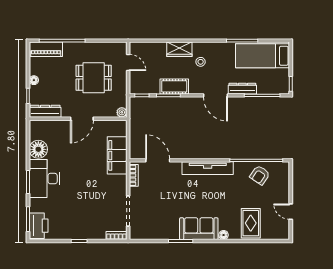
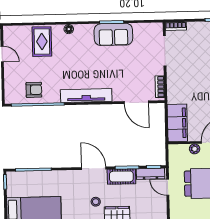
door: (128, 63) -> (168, 187), moved
dresser: (242, 89) -> (150, 174), moved
door: (215, 95) -> (94, 168), moved
plant: (122, 112) -> (195, 149), moved
filing cabinet: (117, 155) -> (177, 123), moved
armchair: (260, 175) -> (34, 90), turned 56
sofa: (199, 229) -> (113, 34), moved

